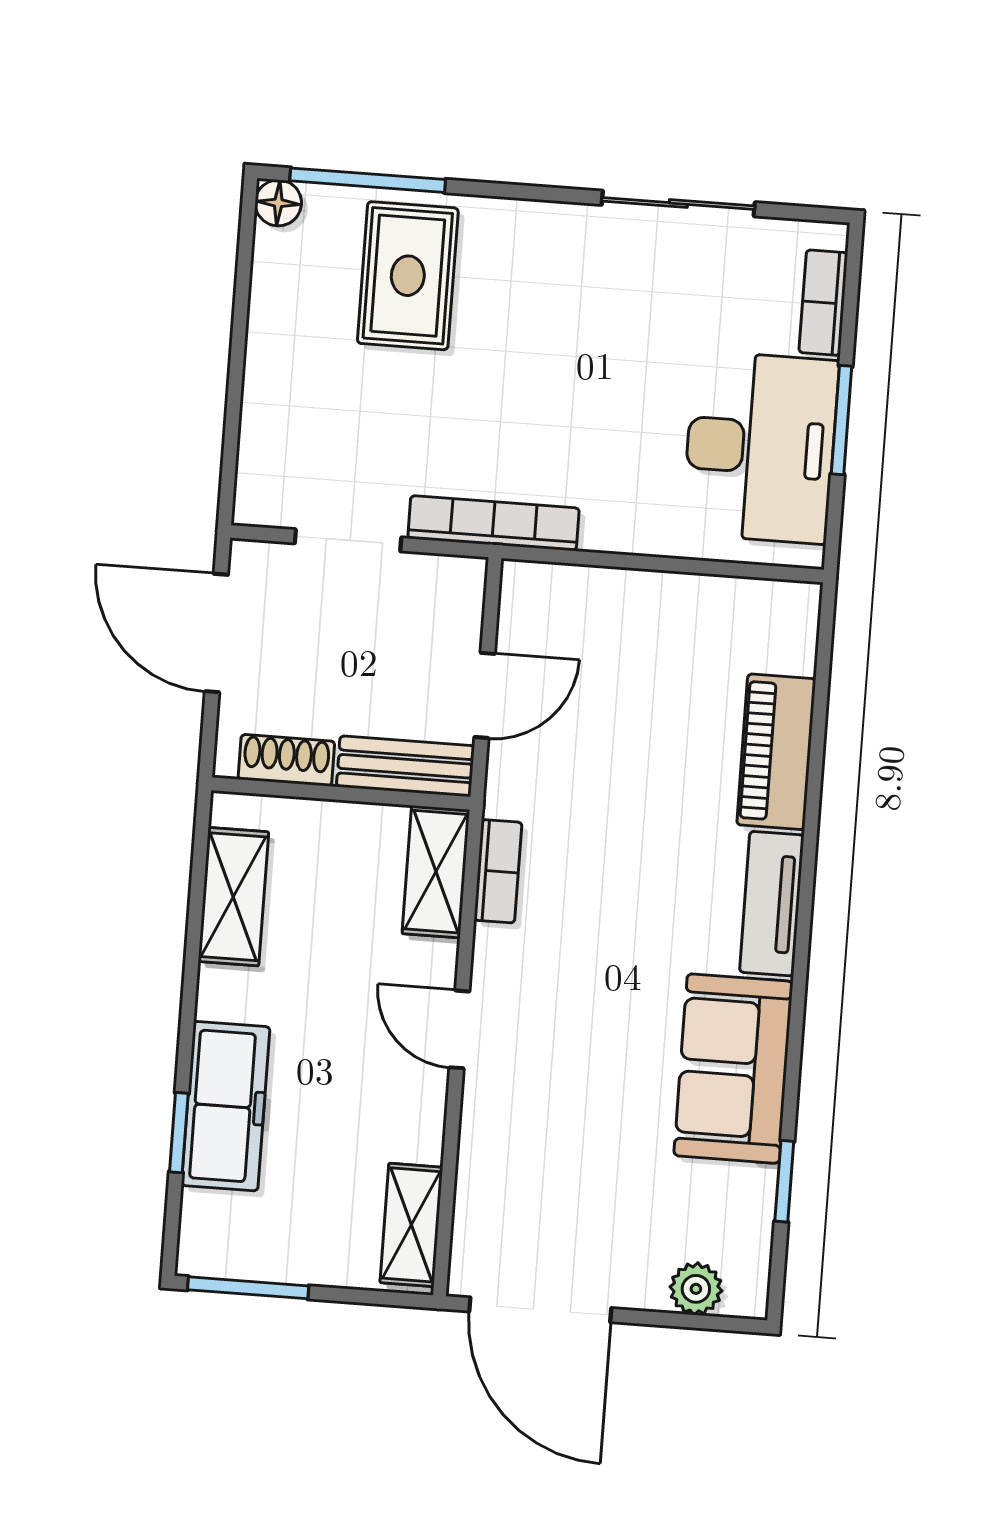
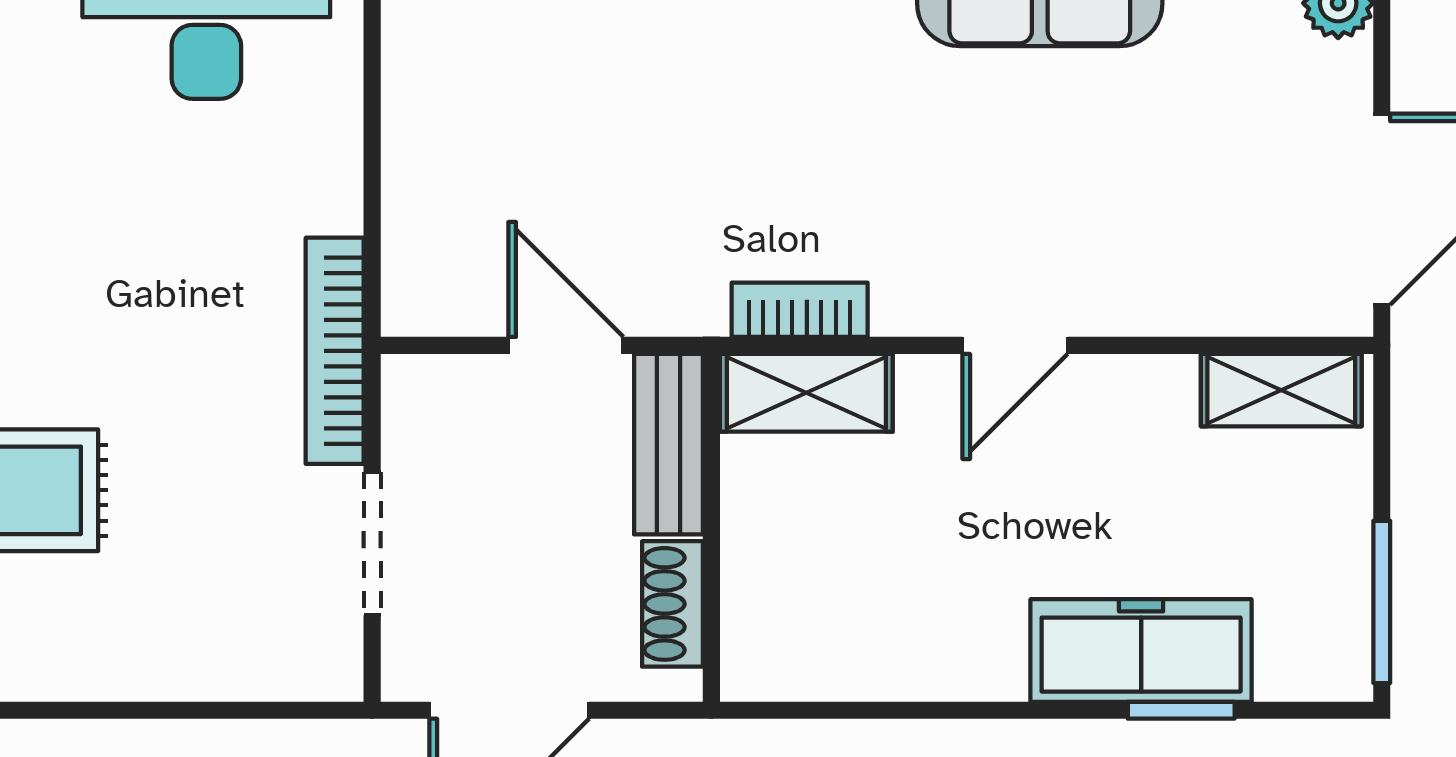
shelving: (233, 897) -> (860, 661), removed

